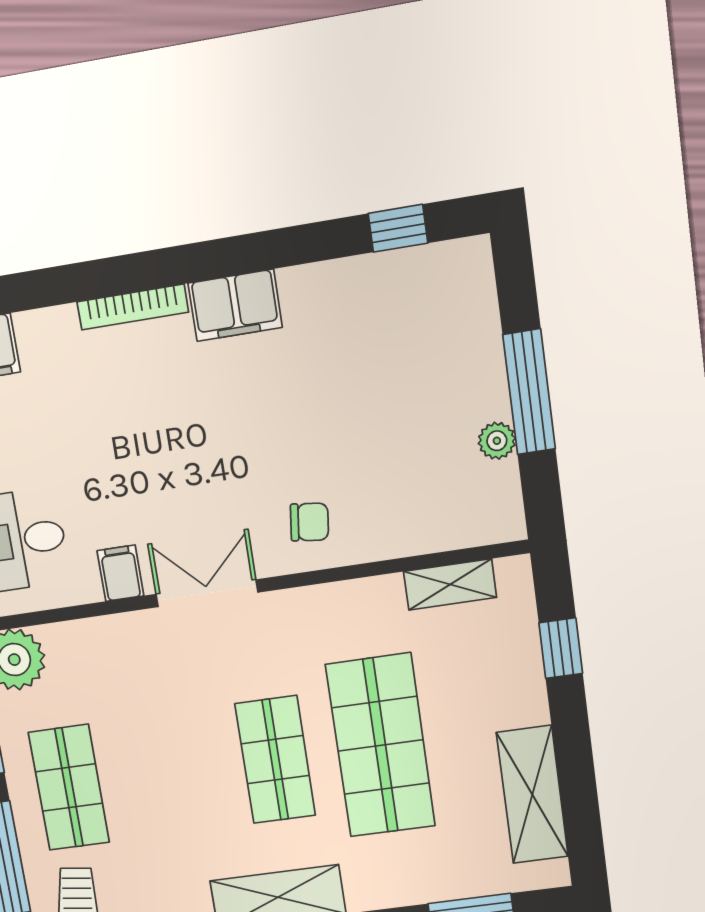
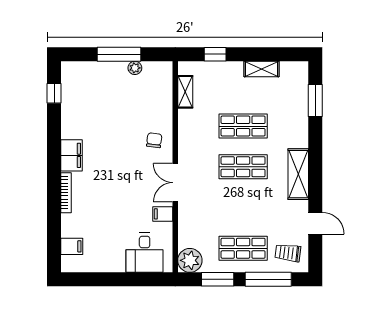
shop shelf: (380, 745) -> (243, 126), width x0.70, depth x0.74
shelving: (532, 795) -> (262, 69), width x0.67, depth x0.75

